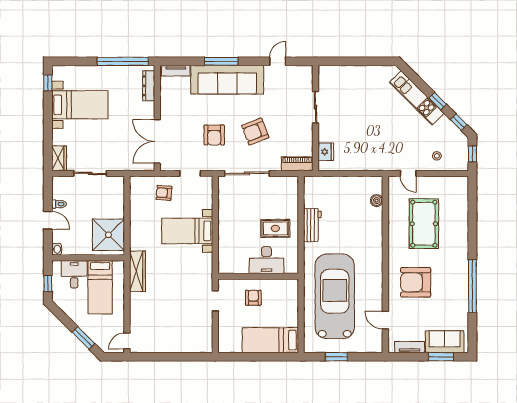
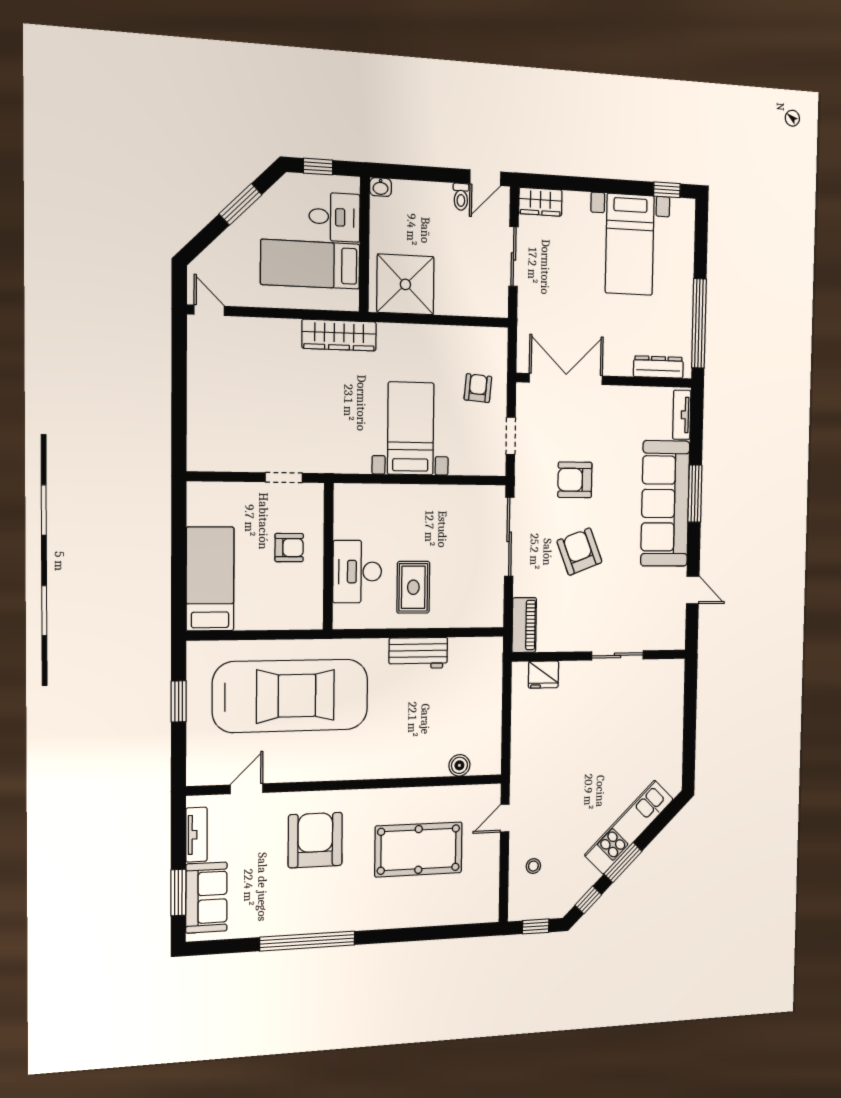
window: (438, 101) -> (623, 862), width x1.50
door: (48, 220) -> (485, 178), moved
window: (83, 338) -> (240, 204), moved

